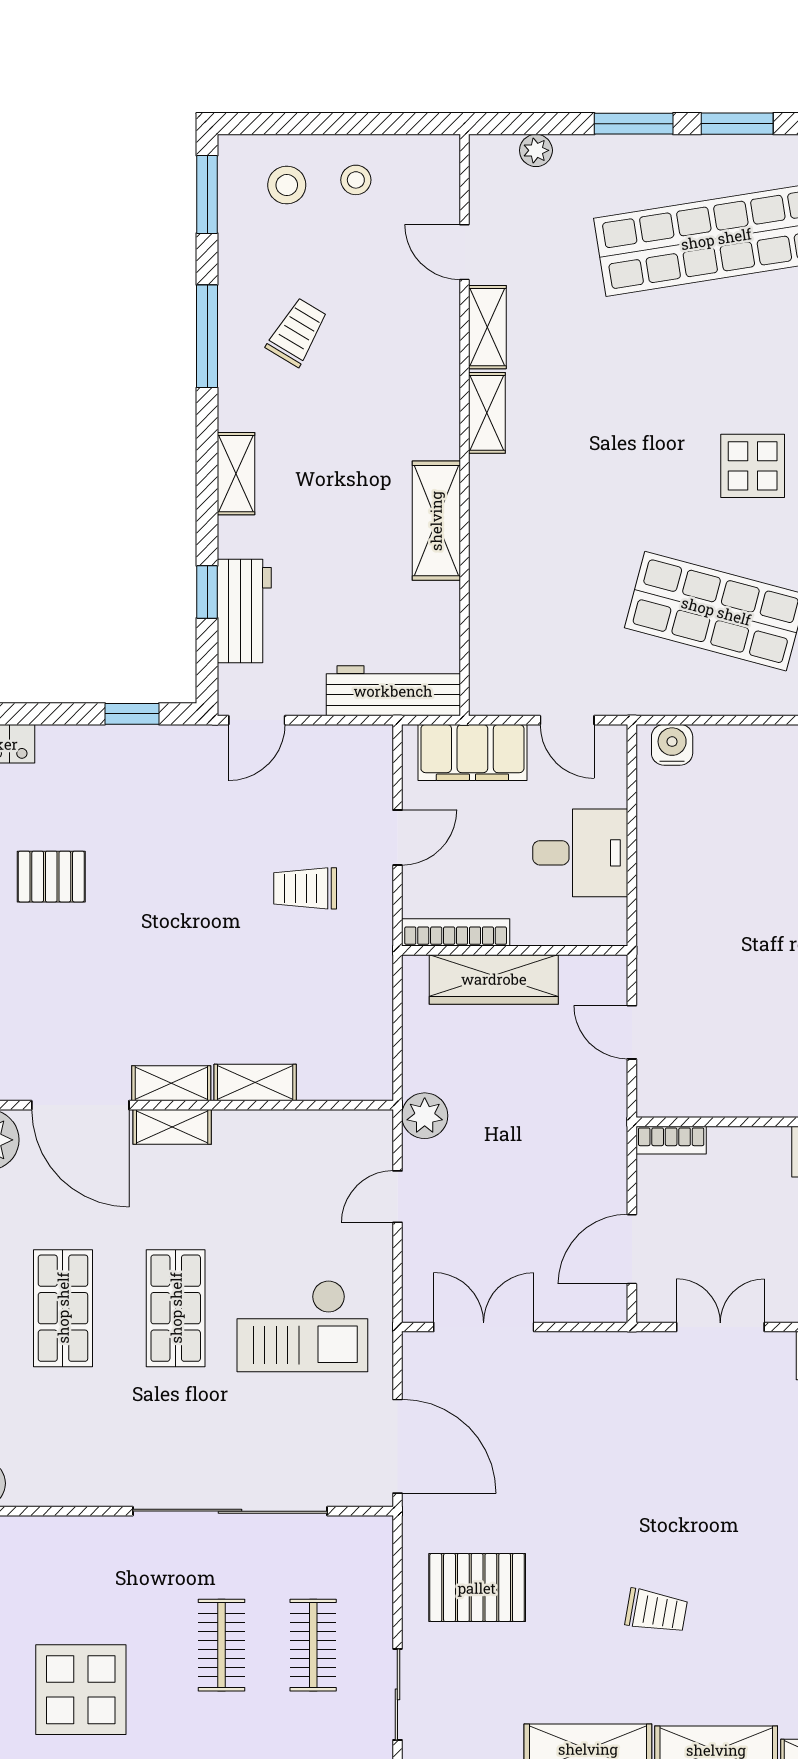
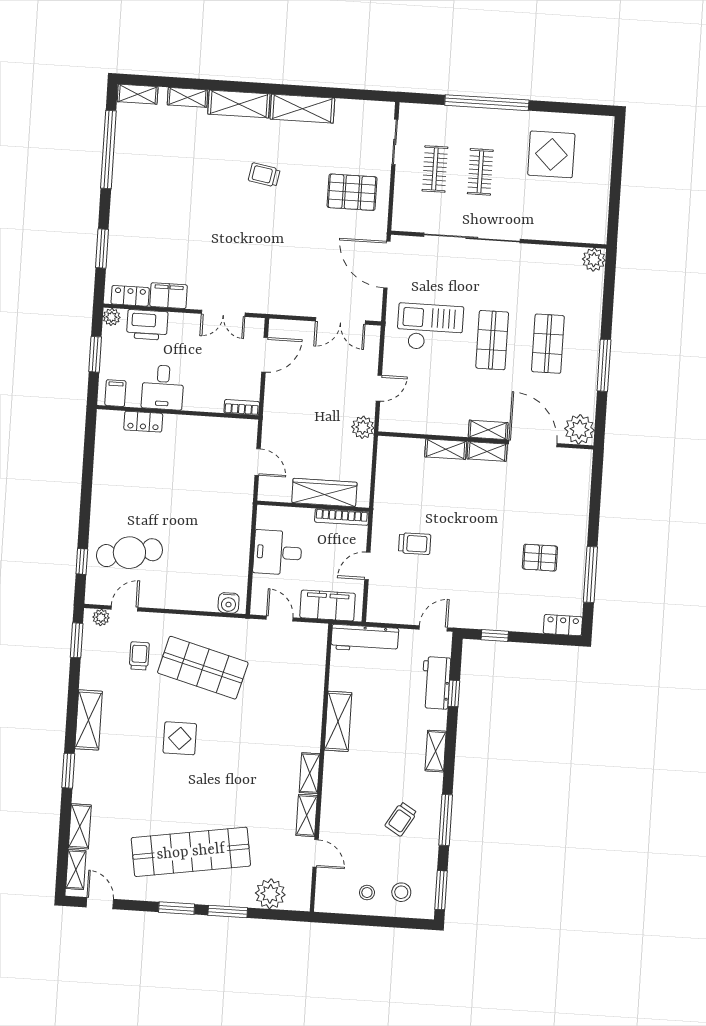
plant: (536, 150) -> (270, 894), width x1.88, depth x1.88

